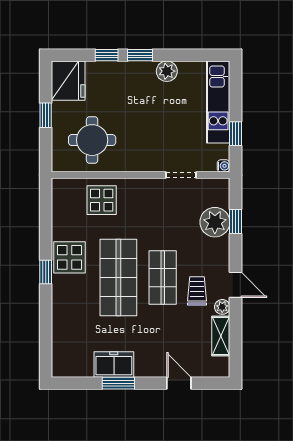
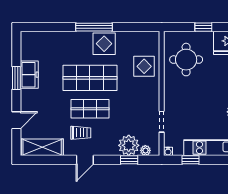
window: (46, 272) -> (94, 27), width x2.17
plant: (222, 307) -> (145, 150), moved
shelving: (221, 336) -> (42, 147), width x1.50, depth x1.33

